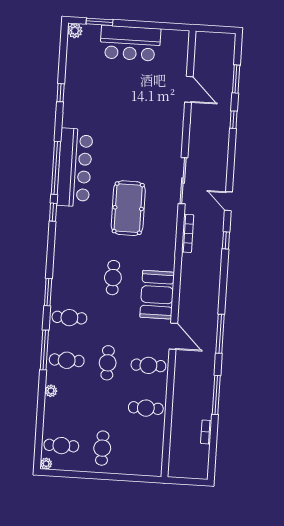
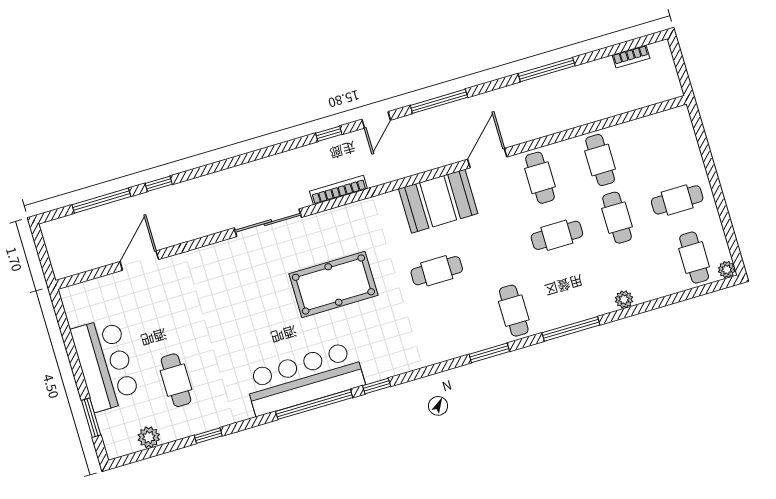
plant: (75, 31) -> (149, 437), moved
window: (236, 79) -> (101, 201), width x1.44
cafe table: (104, 85) -> (176, 380), added
door: (228, 201) -> (376, 120), moved
window: (220, 334) -> (439, 101), moved
cafe table: (67, 360) -> (617, 218), moved
bookcase: (206, 432) -> (631, 57), moved

